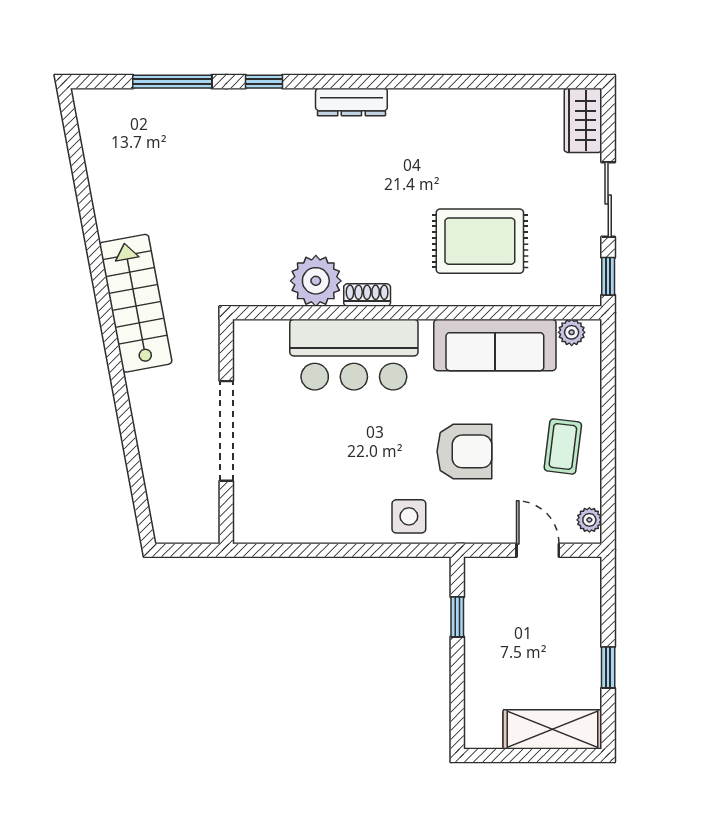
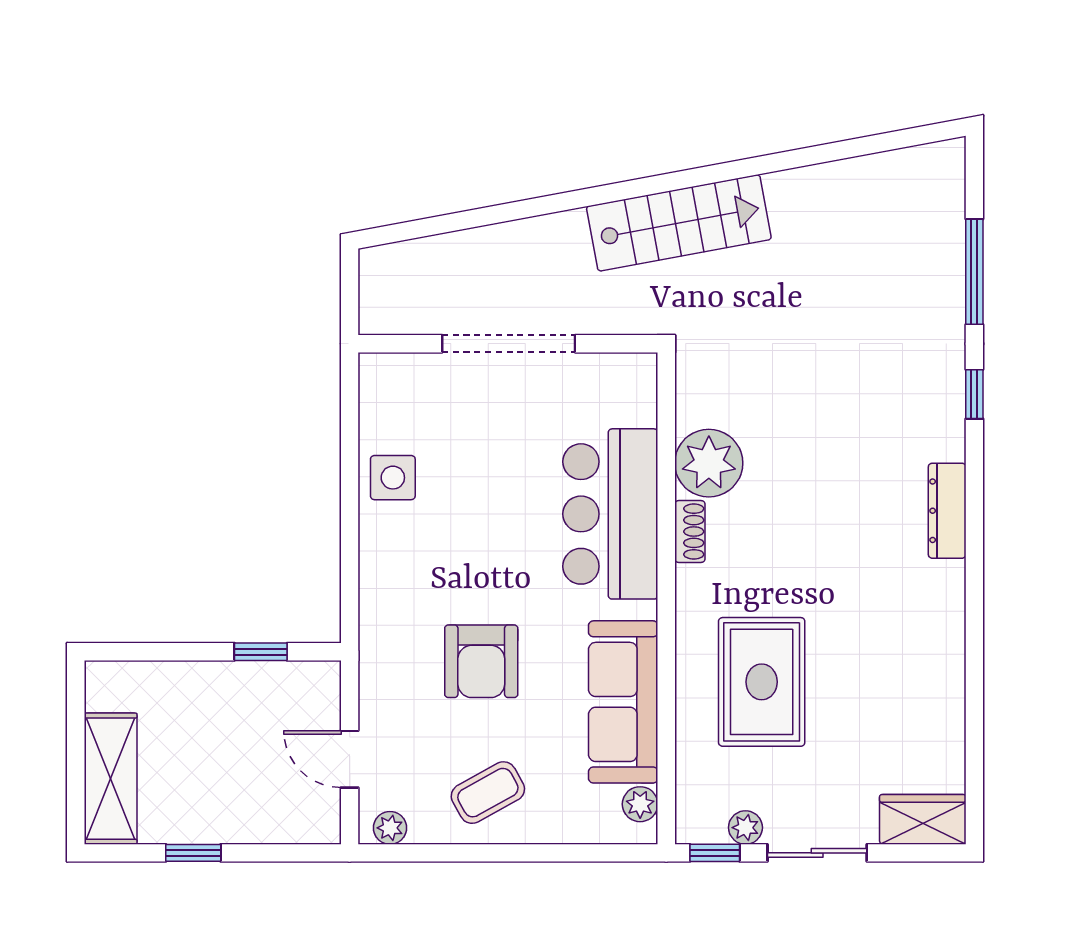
plant: (589, 253) -> (745, 828), added
coffee table: (563, 446) -> (488, 793), turned -36
side table: (409, 516) -> (393, 478), moved
door: (538, 550) -> (350, 759), swing flipped

